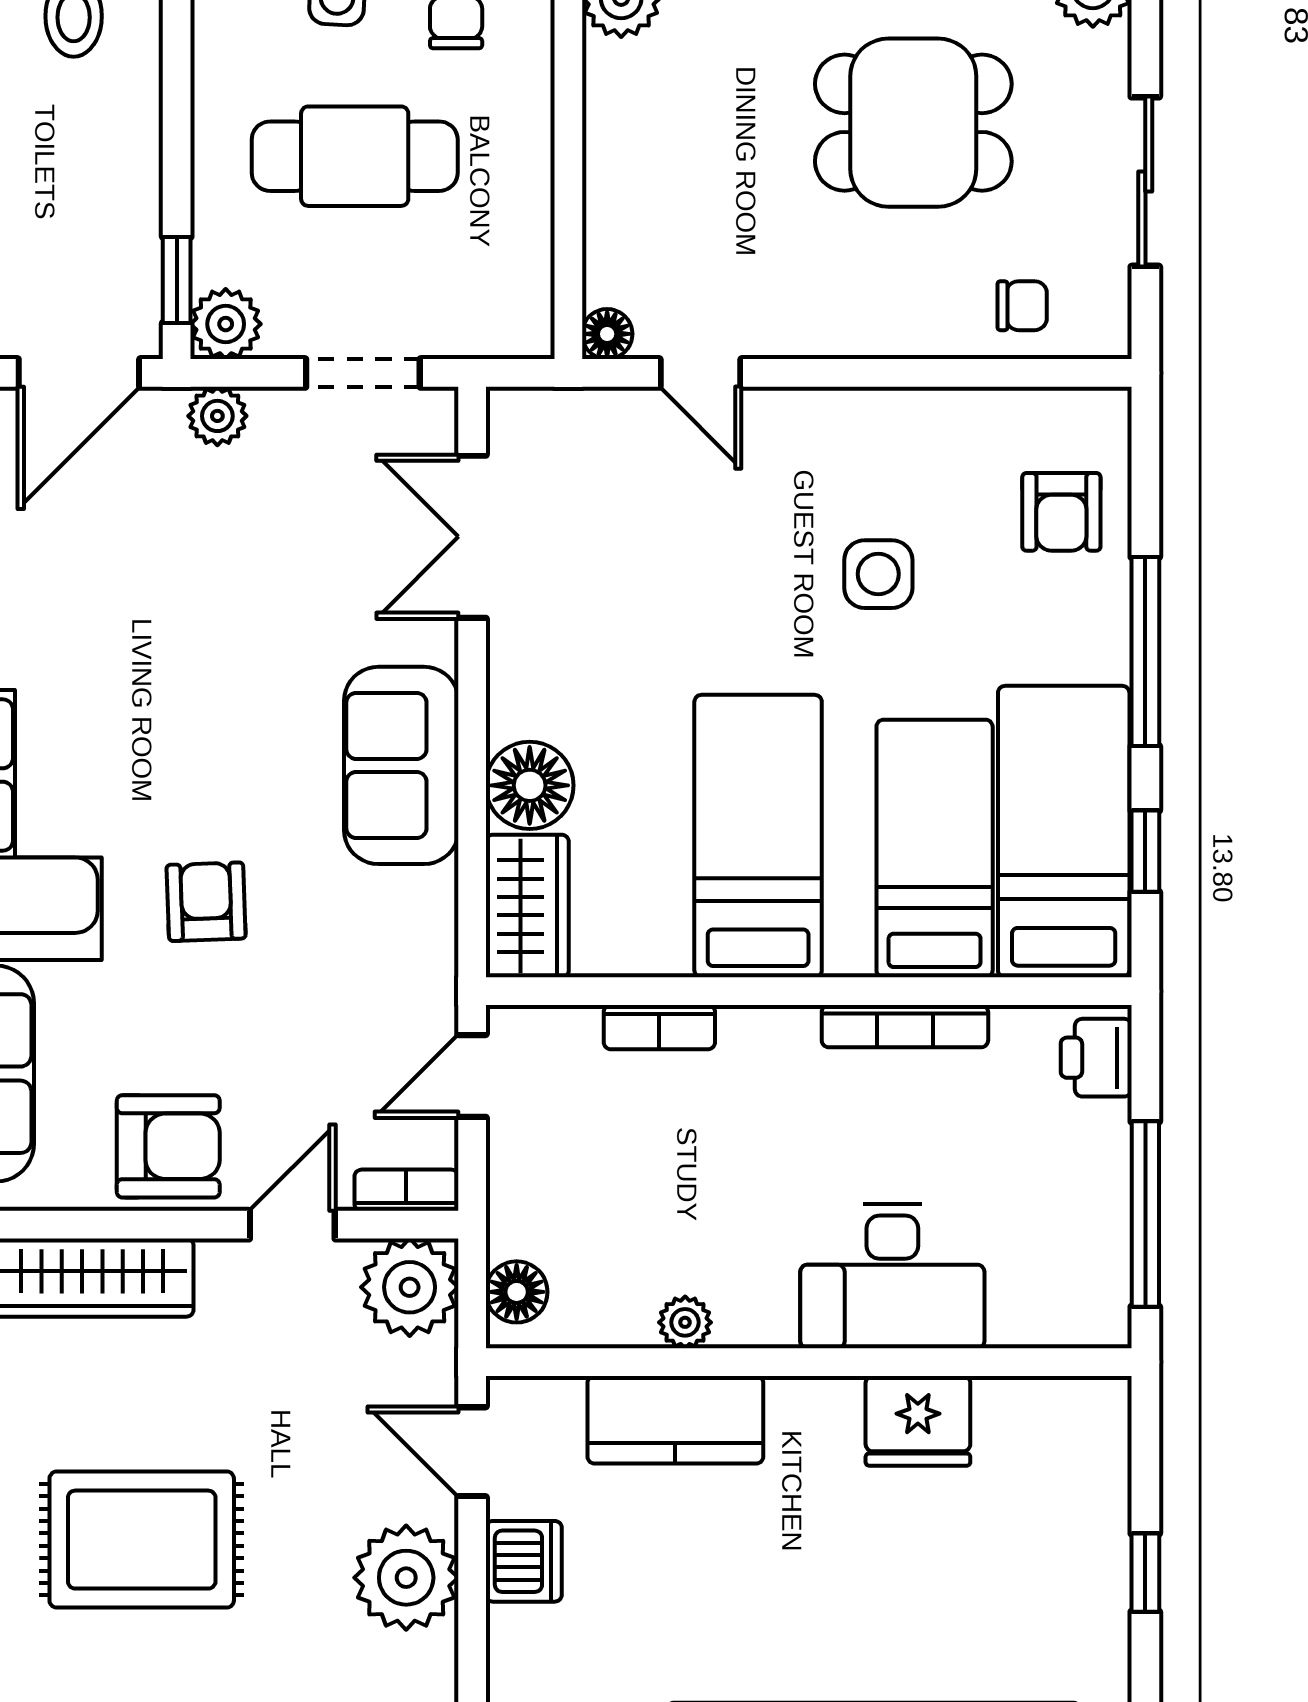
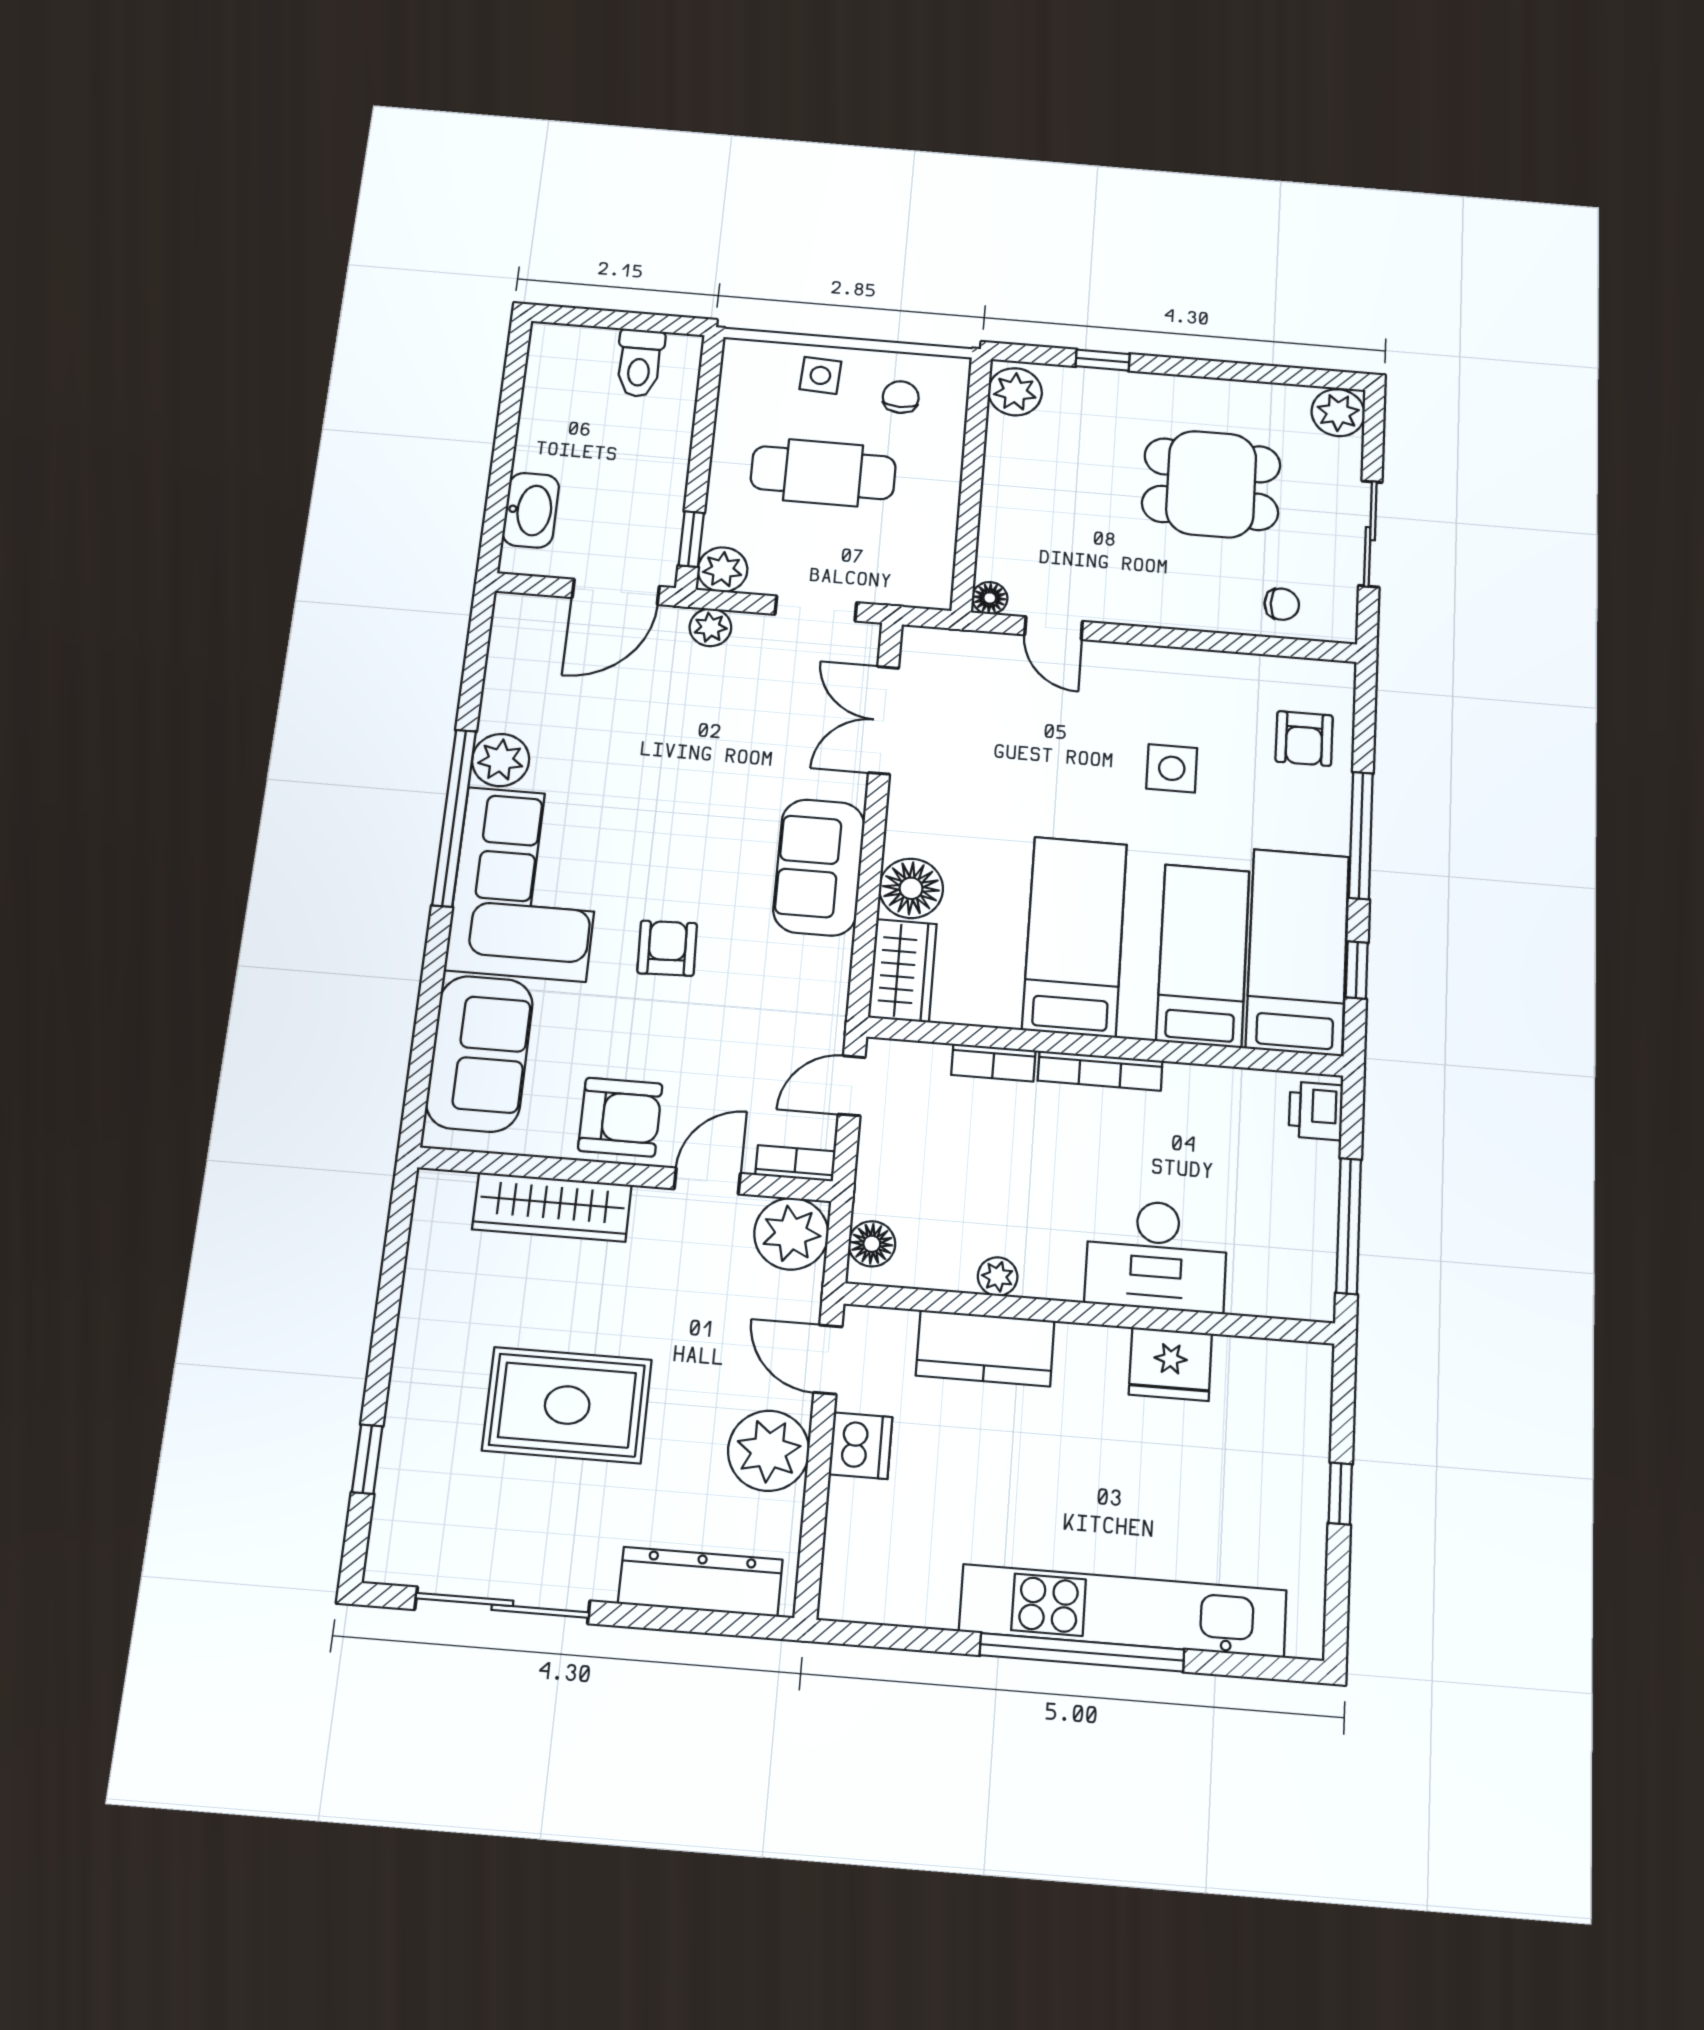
bookcase: (905, 1026) -> (1100, 1071), moved

